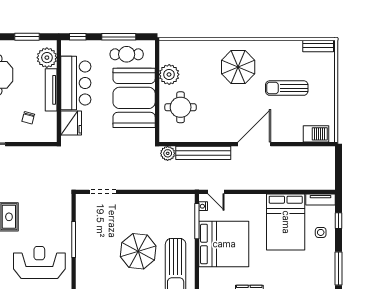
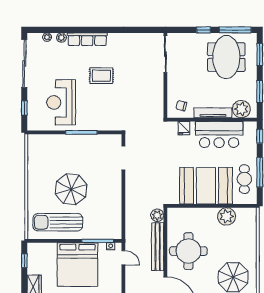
round table: (181, 107) -> (188, 251), moved, width x1.36, depth x1.36
chair: (28, 118) -> (181, 106), moved
fridge: (71, 123) -> (184, 128), width x0.53, depth x0.75
door: (216, 192) -> (123, 258), swing flipped
reception desk: (39, 262) -> (61, 102), turned 180

